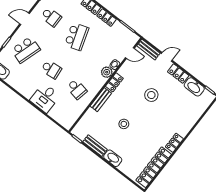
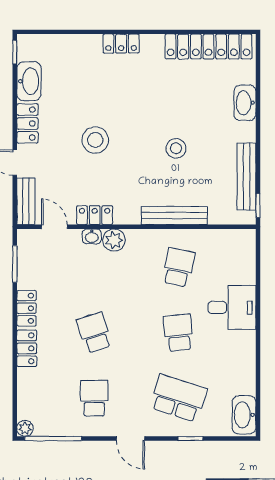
school desk: (77, 37) -> (94, 333), width x0.54
locker: (114, 82) -> (95, 215), moved
bench: (101, 100) -> (174, 216), width x1.36
locker: (174, 143) -> (121, 44), moved
bench: (95, 146) -> (246, 177), width x1.36
washbasin: (113, 158) -> (245, 103), moved

